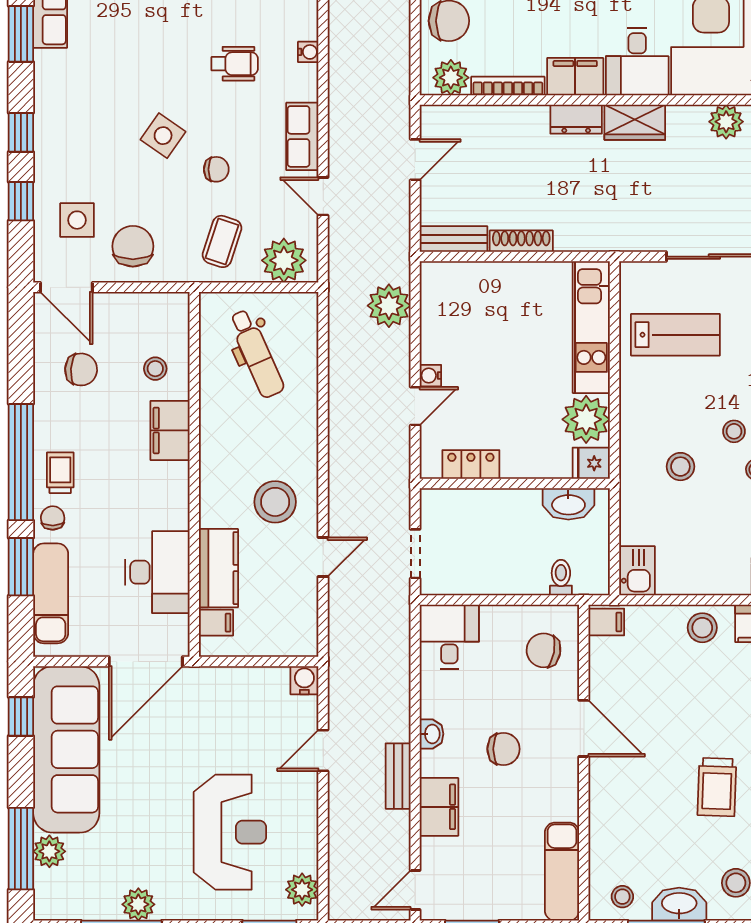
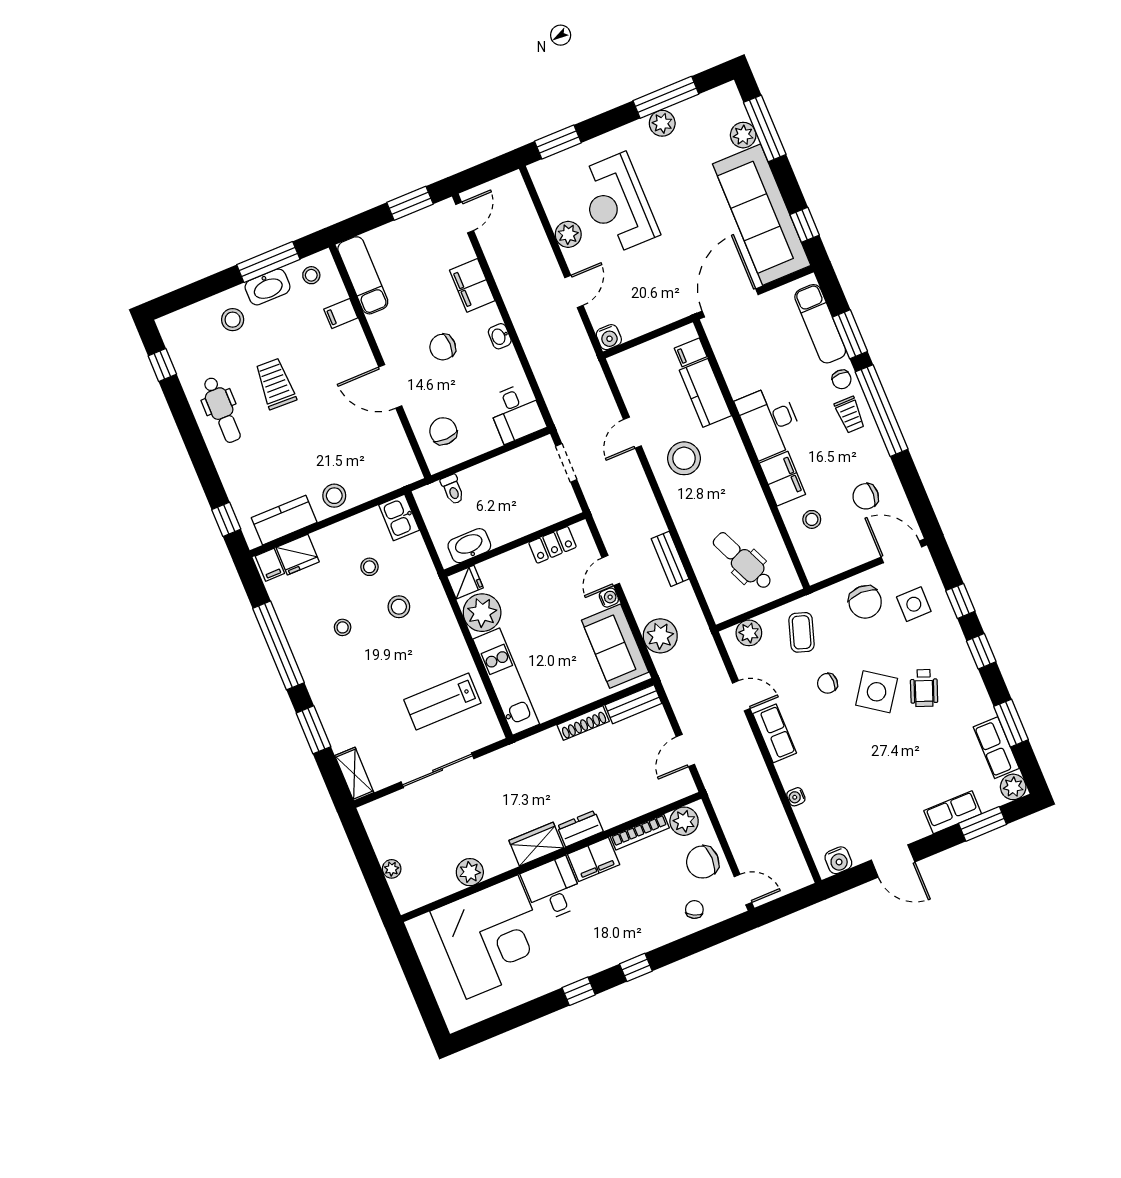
wheelchair: (235, 64) -> (924, 688), moved, turned -69
side table: (163, 136) -> (877, 692), width x1.37, depth x1.37
plant: (284, 260) -> (749, 633), width x0.73, depth x0.73
sofa: (447, 316) -> (615, 646), added
stool: (734, 431) -> (369, 567), moved
desk: (157, 572) -> (769, 422), moved
filing cabinet: (606, 622) -> (341, 313), moved
chair: (544, 650) -> (443, 431), turned -102
bench: (398, 776) -> (670, 559), moved
plant: (302, 890) -> (568, 234), moved

